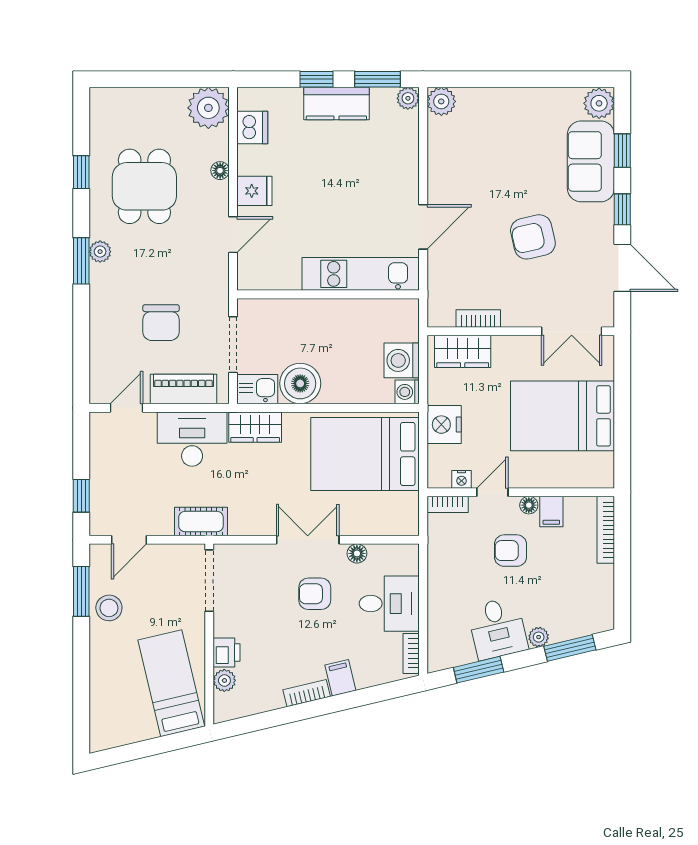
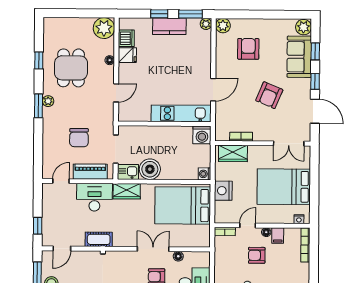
armchair: (491, 147) -> (248, 49), added
fridge: (254, 191) -> (127, 55), moved
armchair: (533, 237) -> (269, 95), turned -54
washing machine: (402, 360) -> (202, 135), moved, turned -90
nightstand: (462, 479) -> (299, 219), moved

